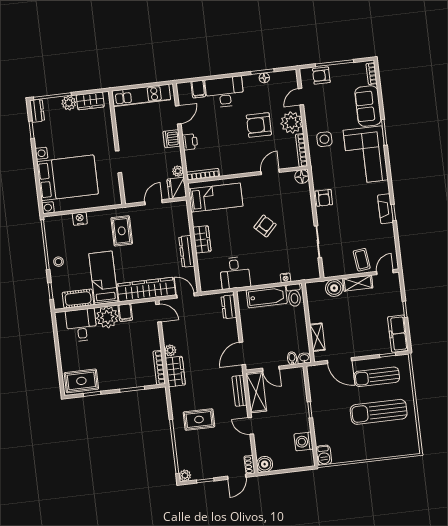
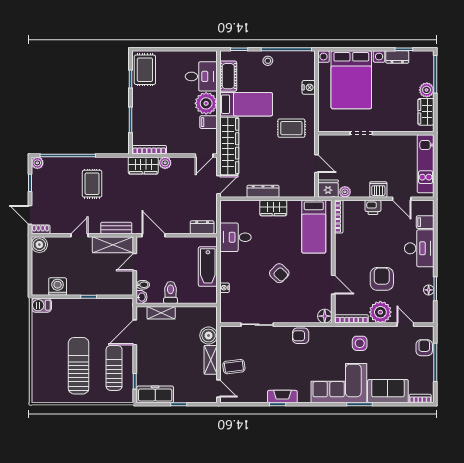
dresser: (37, 111) -> (397, 57), moved
toilet: (294, 295) -> (171, 292), moved, turned 90

